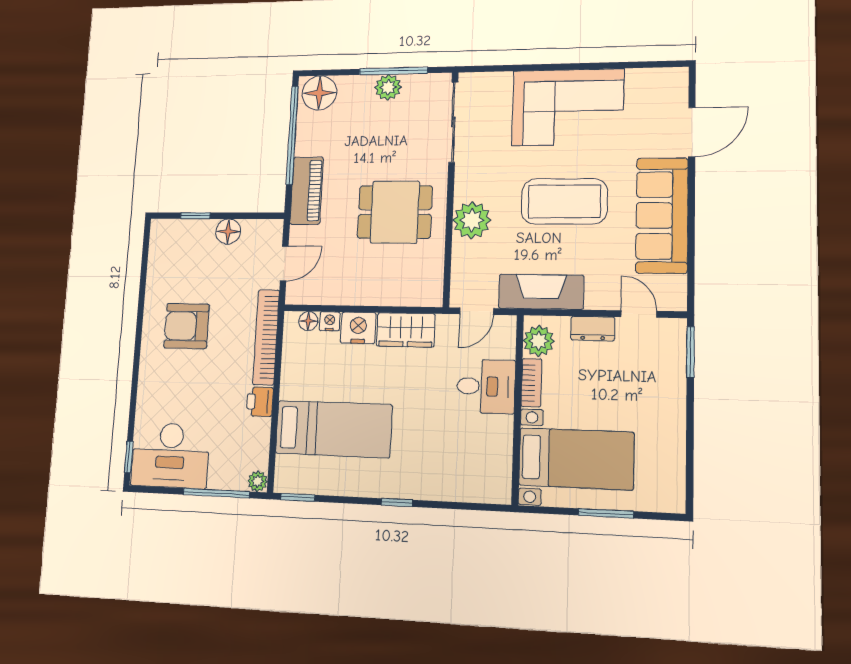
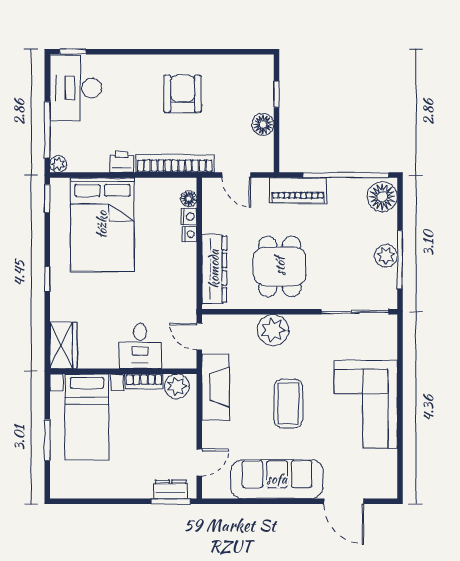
coffee table: (564, 201) -> (288, 403), width x0.73, depth x0.76
dresser: (394, 291) -> (214, 269), added
nightstand: (358, 328) -> (190, 234), width x0.53, depth x0.56
dresser: (593, 329) -> (171, 489), moved, turned 90
wardrobe: (406, 330) -> (63, 345), moved, turned 180
bed: (334, 429) -> (102, 225), width x1.50

